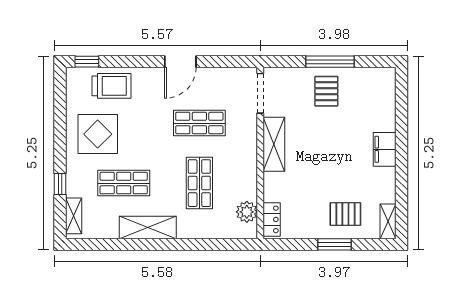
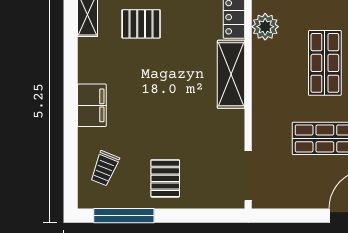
window: (330, 62) -> (124, 216), moved
trolley: (374, 99) -> (105, 168), added
shelving: (274, 144) -> (231, 74), moved

